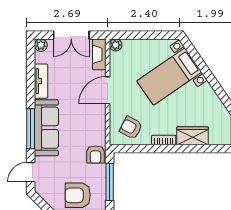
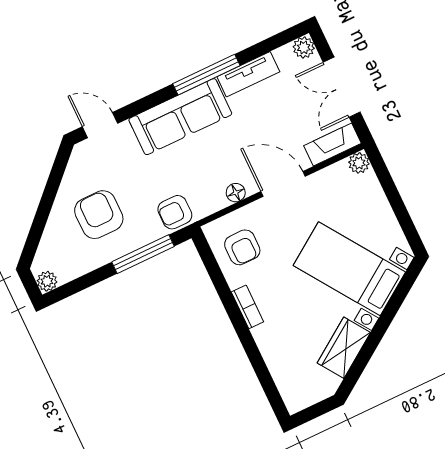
floor lamp: (100, 117) -> (236, 193), added
armchair: (131, 128) -> (242, 247), turned 152
window: (31, 129) -> (206, 75), moved
wardrobe: (193, 136) -> (344, 348), moved, turned -125

